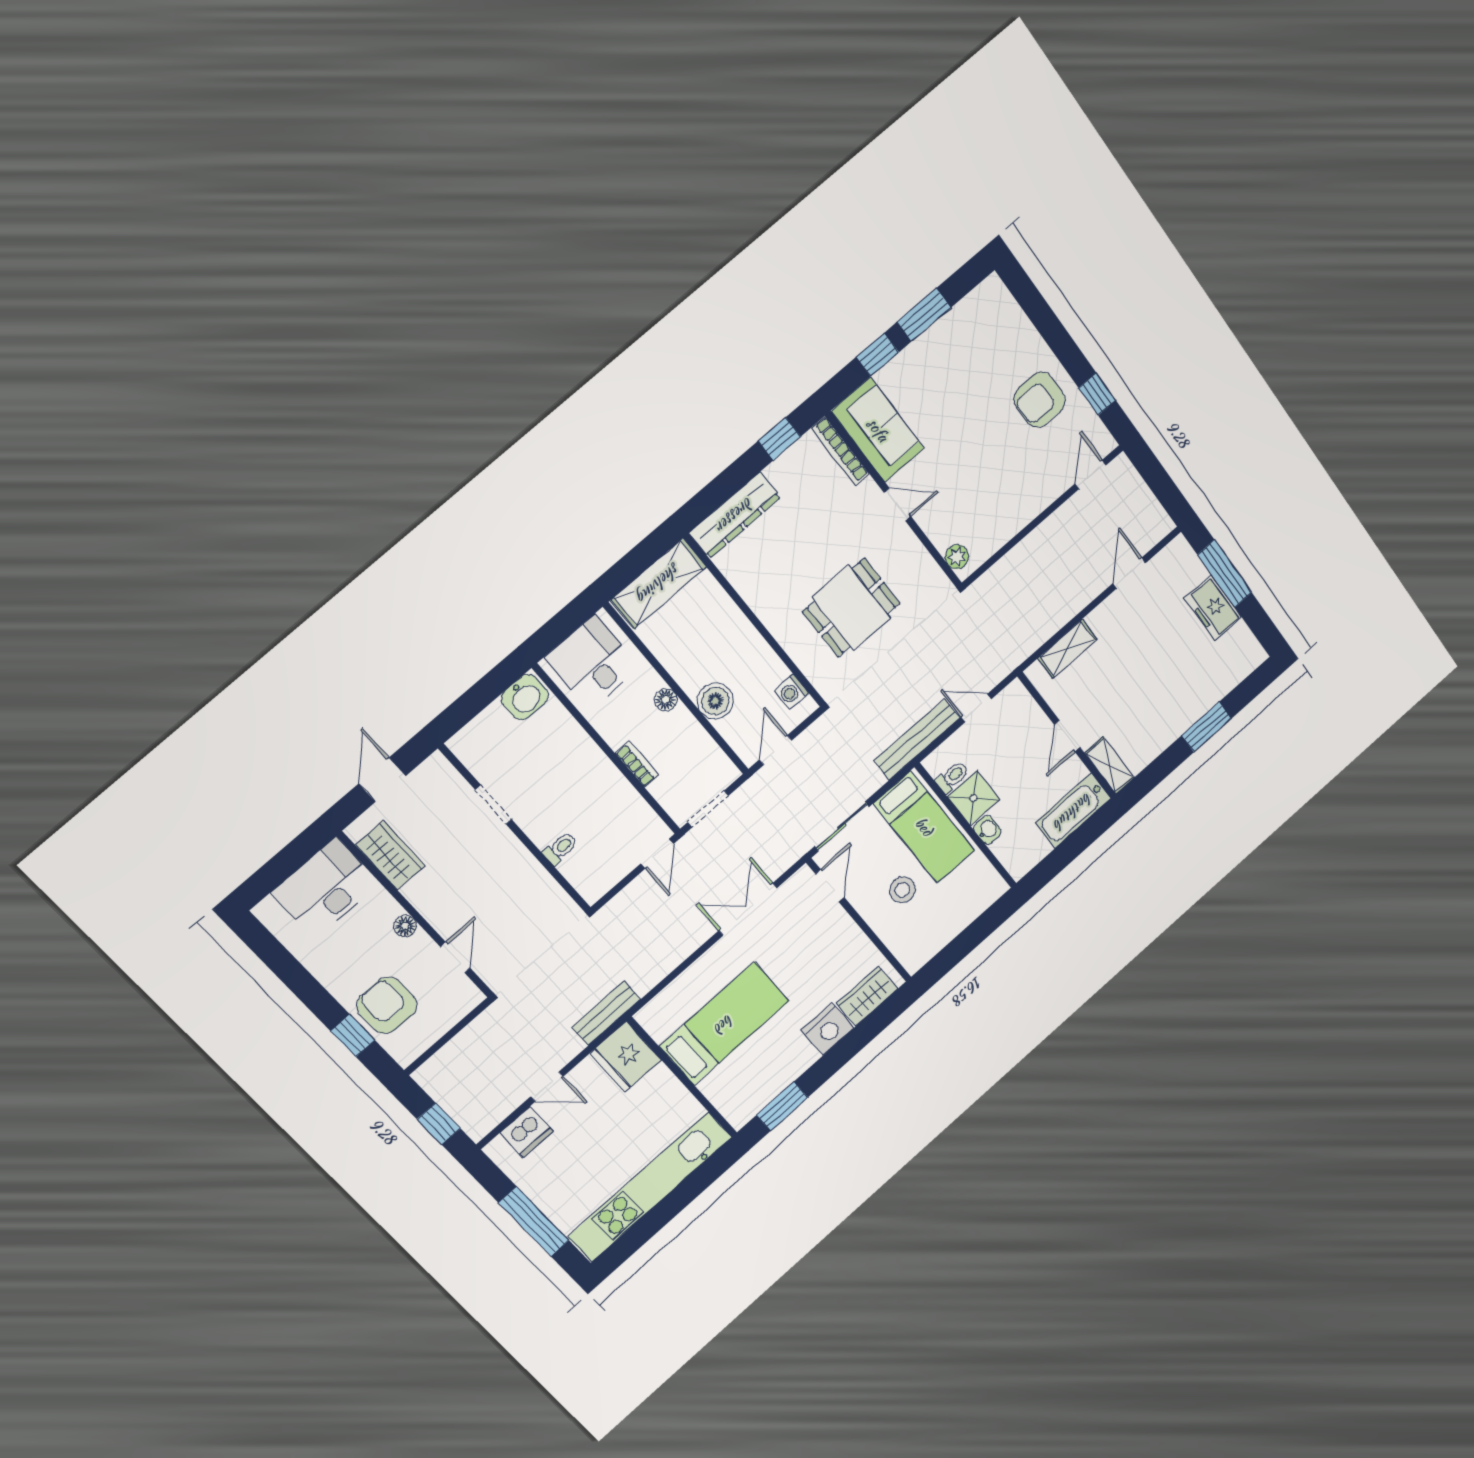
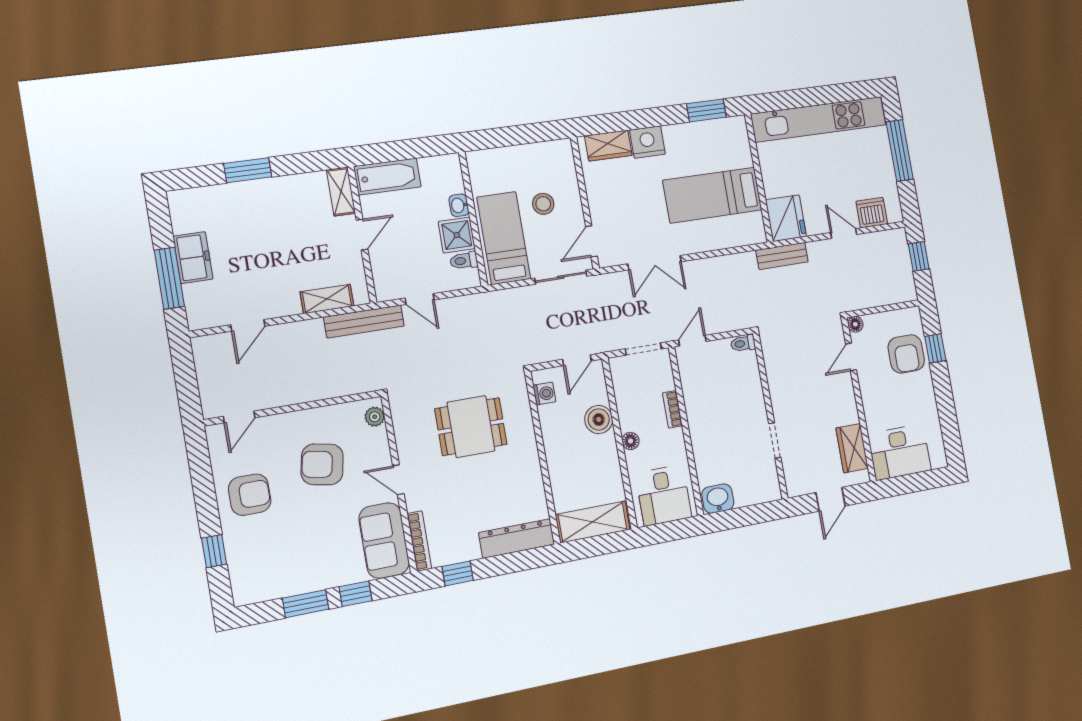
window: (1097, 394) -> (214, 551), moved
armchair: (984, 474) -> (322, 464), added
bench: (917, 739) -> (364, 321), moved
toilet: (560, 848) -> (743, 343), moved
floor lamp: (405, 926) -> (855, 324), moved

